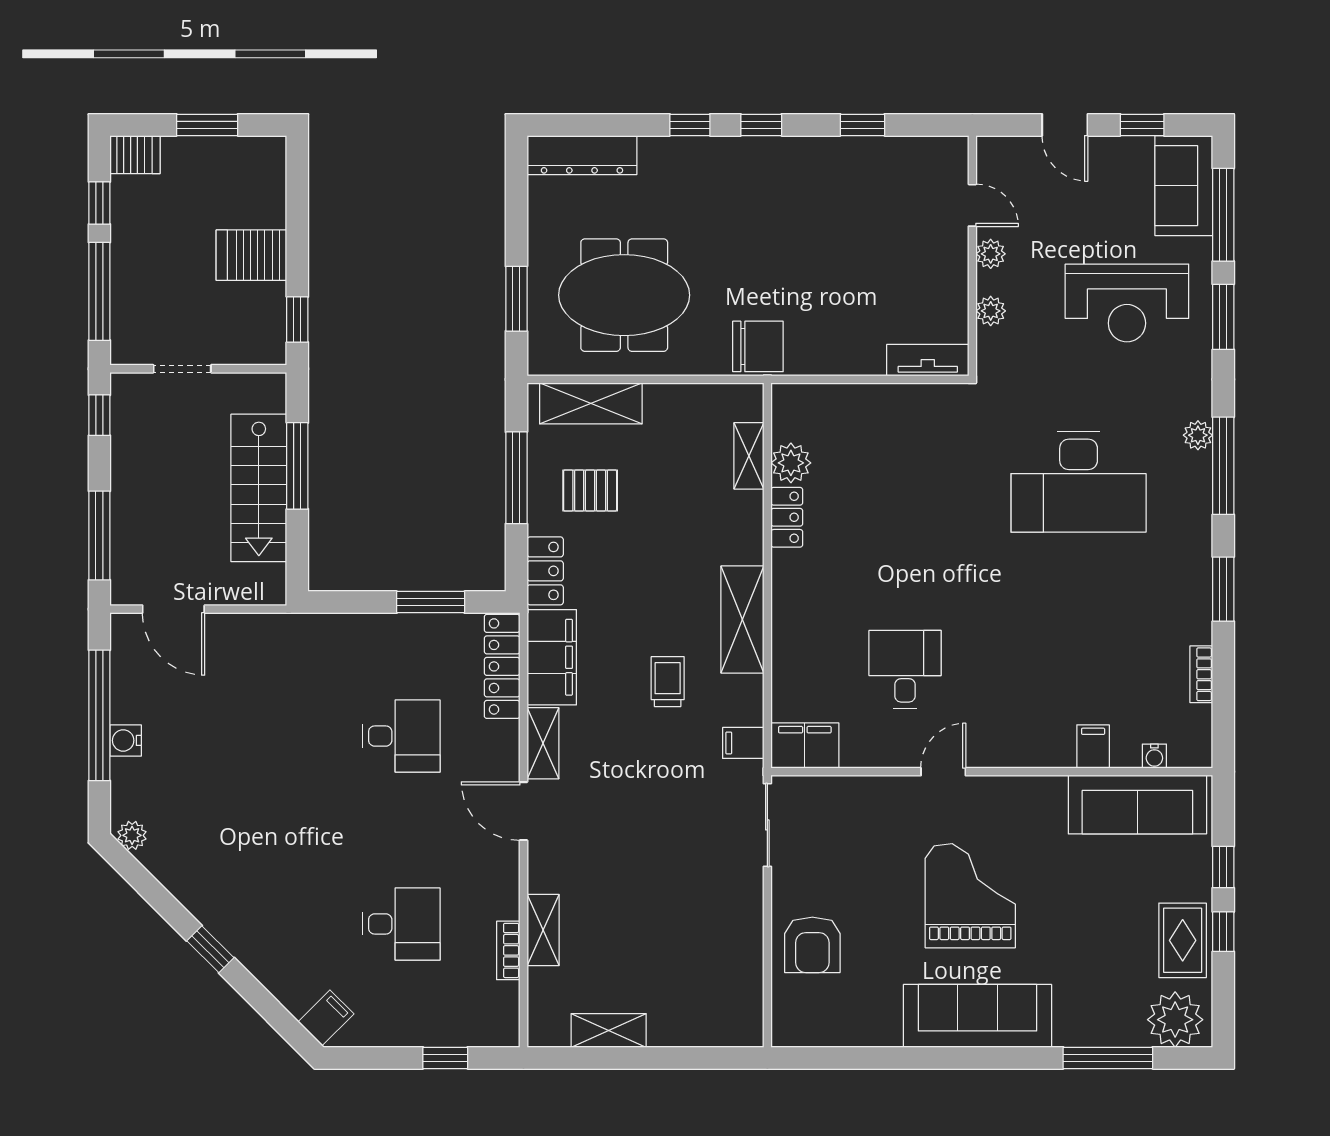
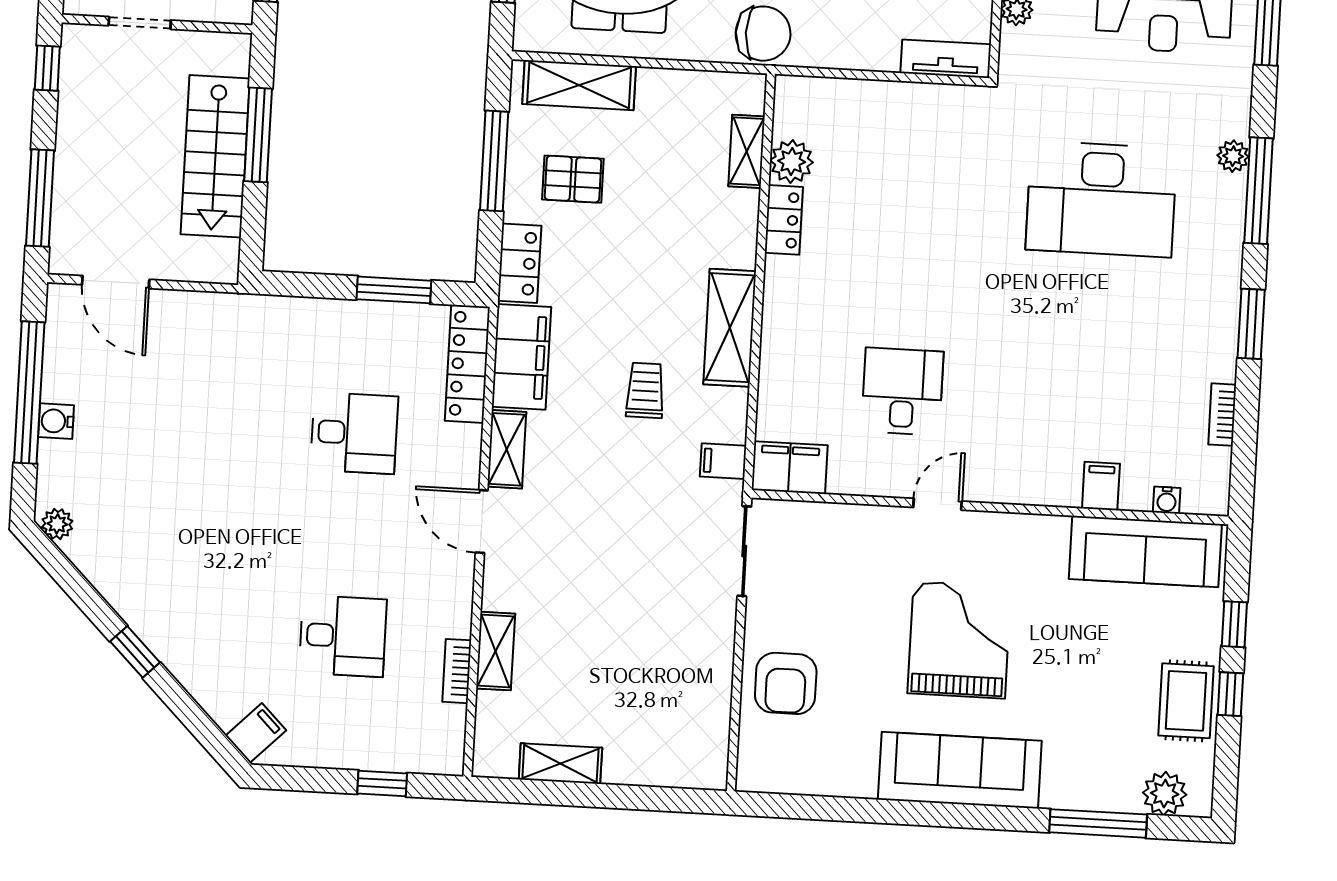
plant: (1175, 1020) -> (1165, 794), width x0.73, depth x0.73

